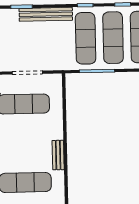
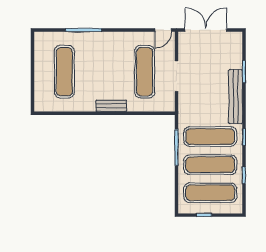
bench: (58, 155) -> (111, 106), moved

